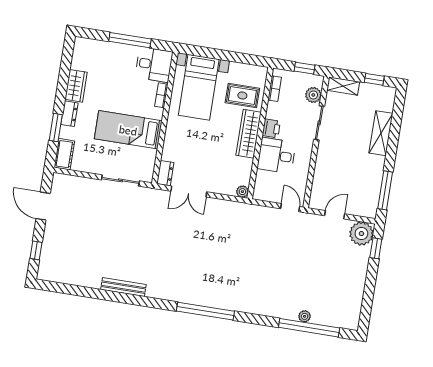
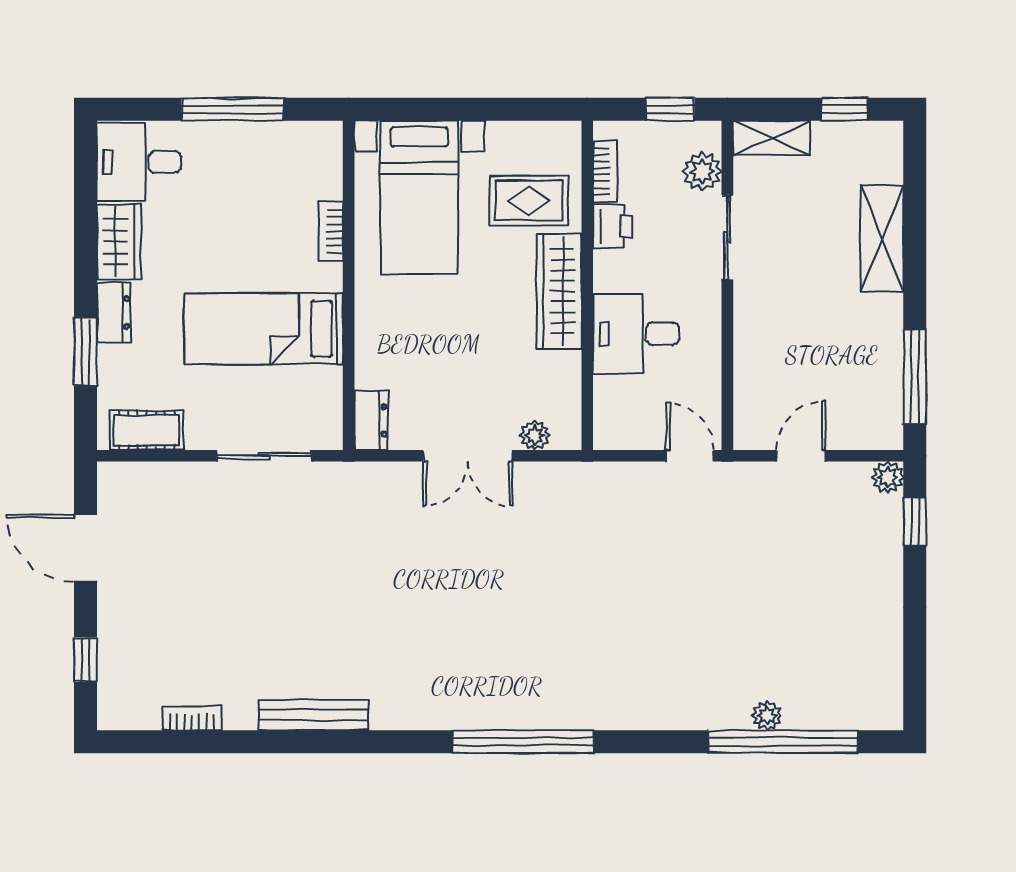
desk: (154, 65) -> (139, 162), moved, turned 180
printer: (271, 128) -> (612, 226), moved
cot: (64, 154) -> (147, 430), moved, turned 90
double door: (189, 191) -> (468, 456), moved
plant: (242, 192) -> (535, 435), moved
plant: (361, 234) -> (888, 477), width x0.53, depth x0.53
bookcase: (75, 281) -> (192, 718), added

